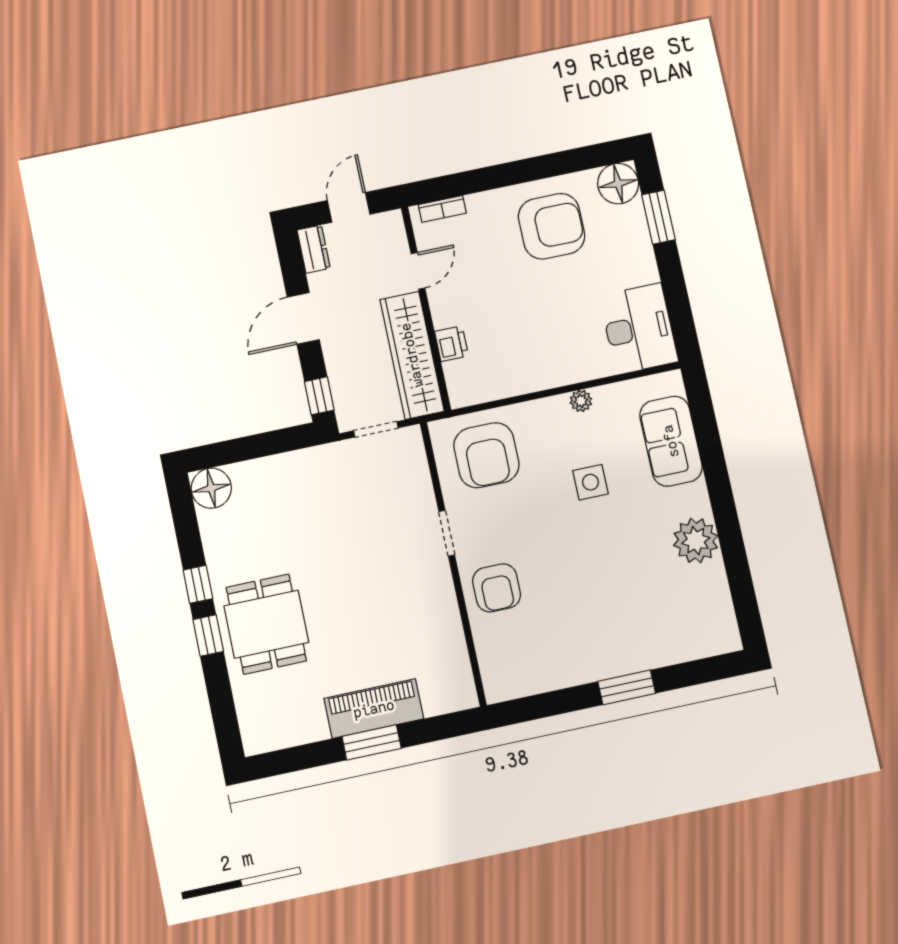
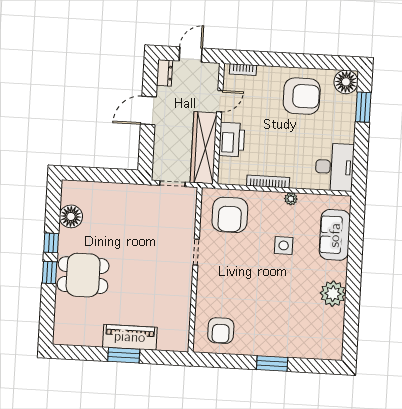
printer: (452, 344) -> (232, 140), width x1.87, depth x1.48
bookcase: (535, 383) -> (268, 182), added
window: (319, 396) -> (146, 156), removed
floor lamp: (211, 488) -> (71, 216), moved
armchair: (497, 588) -> (221, 331), moved
dining table: (266, 624) -> (83, 275), turned 90

